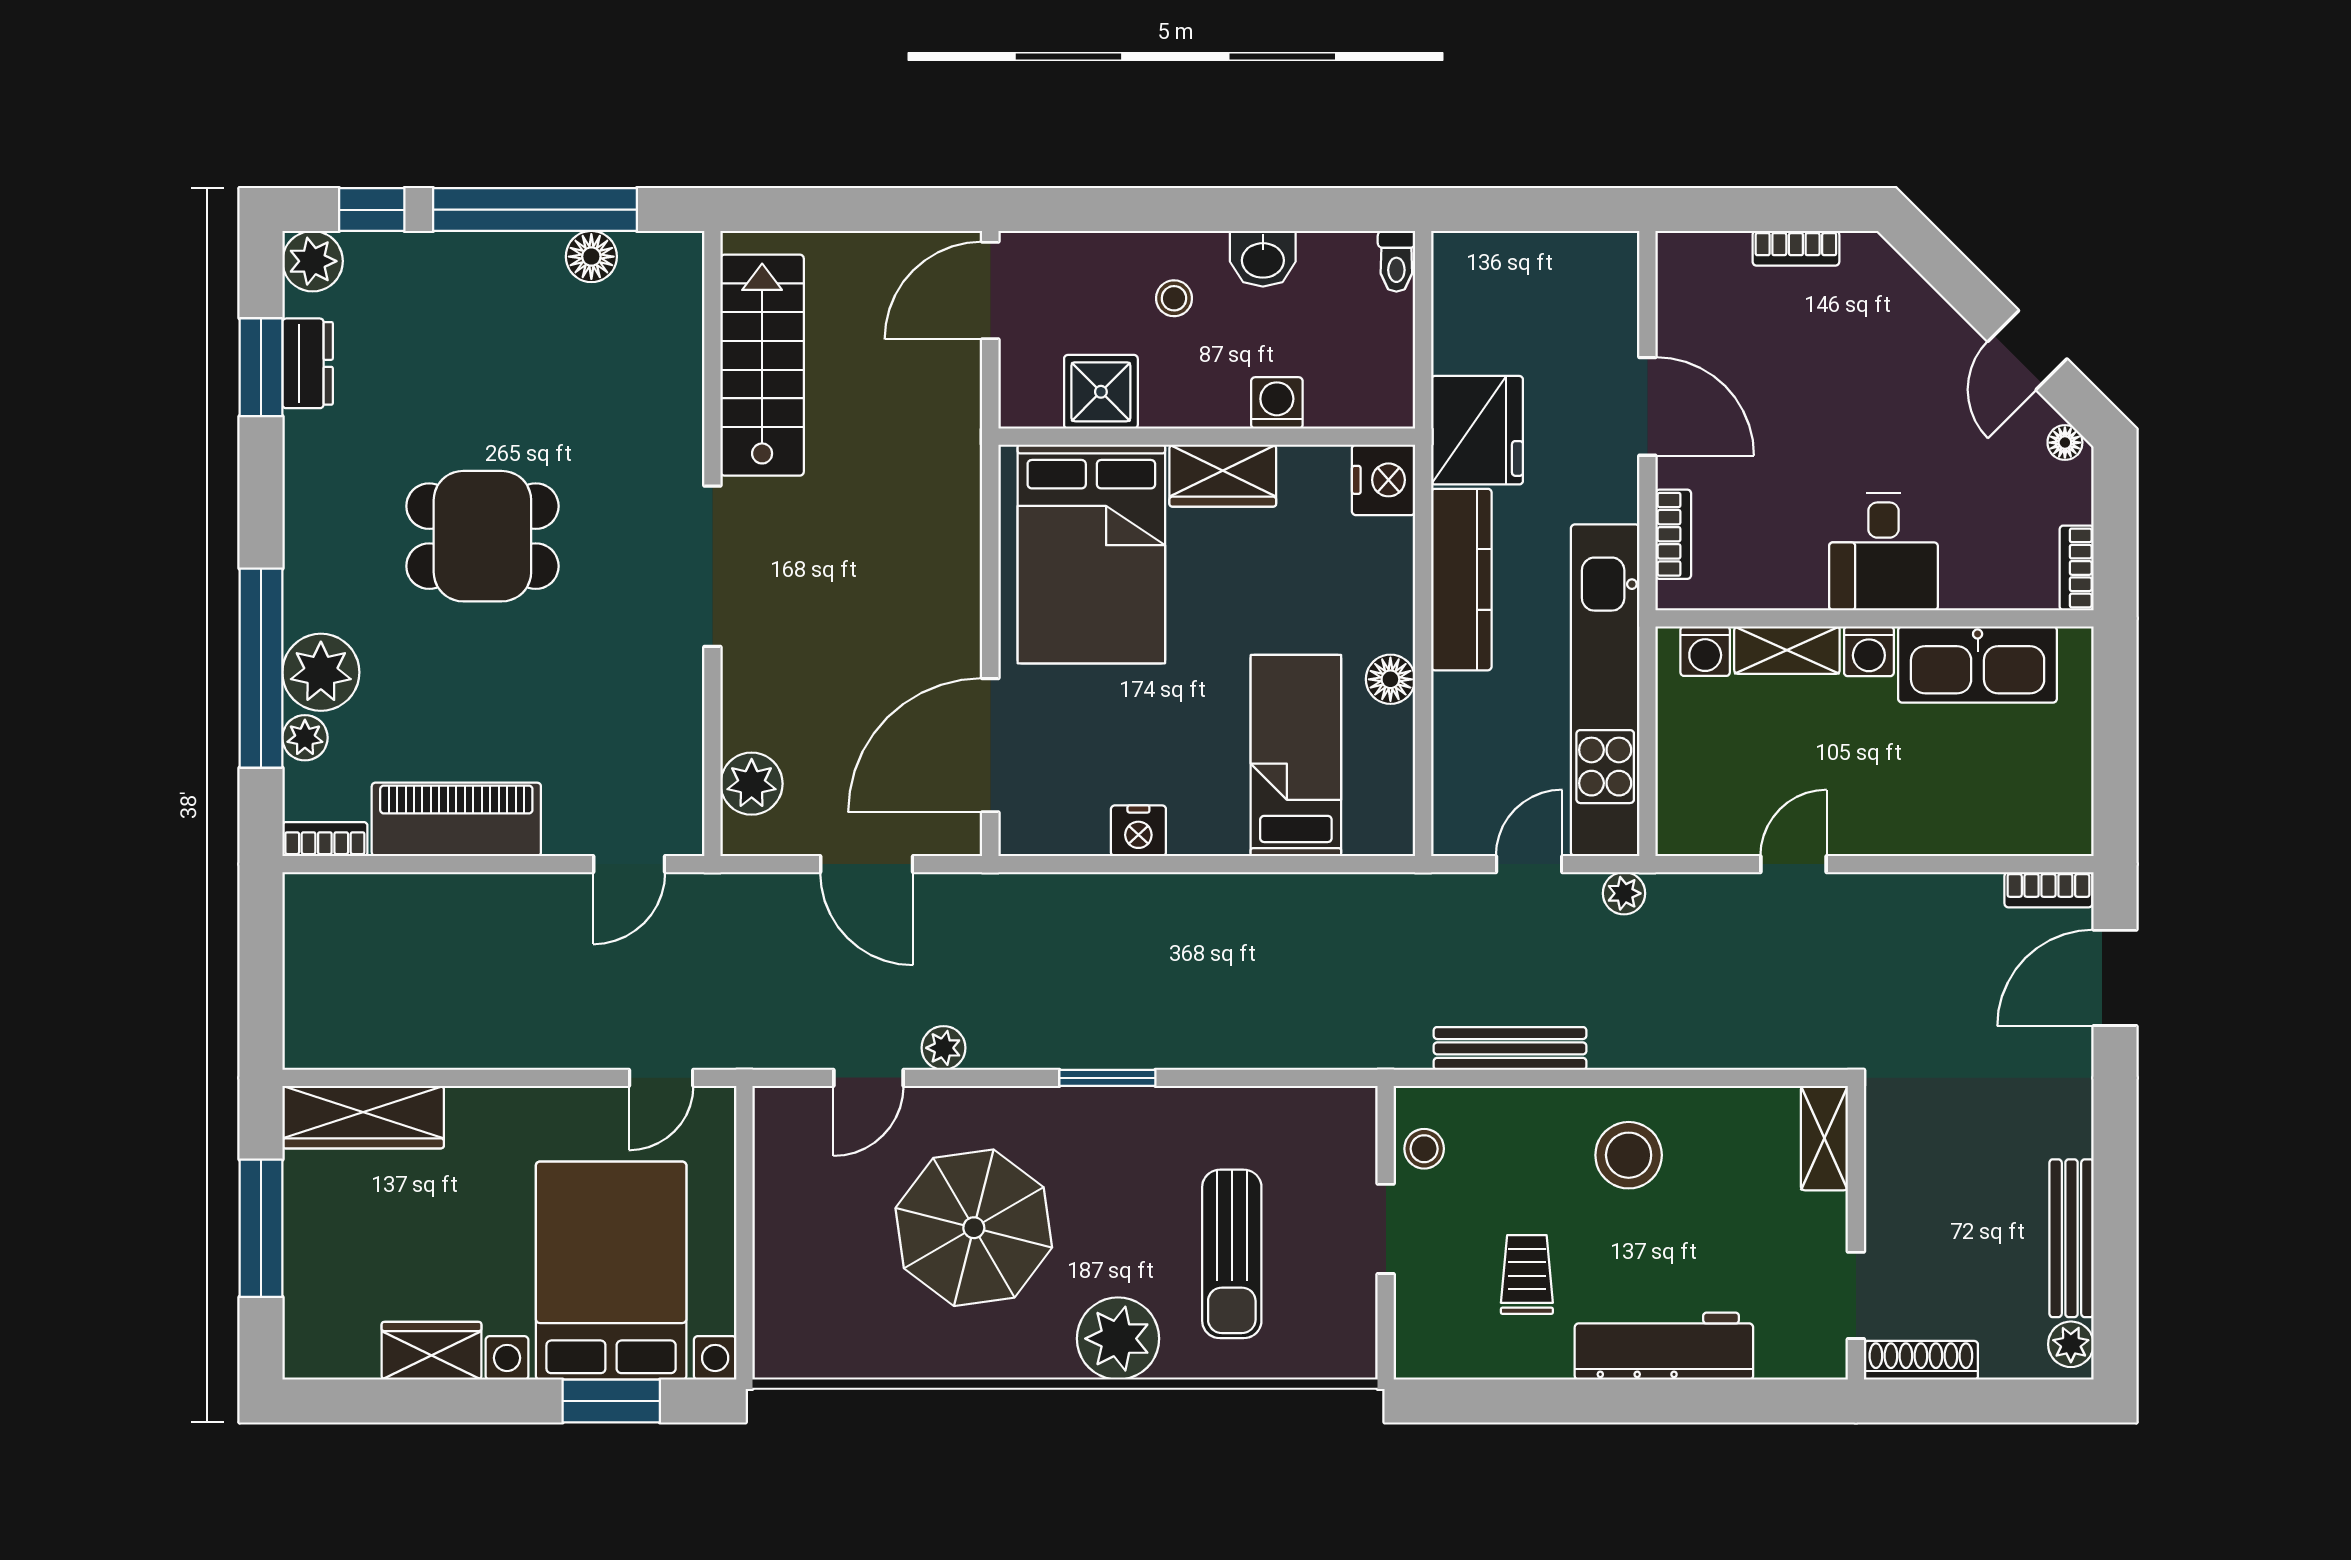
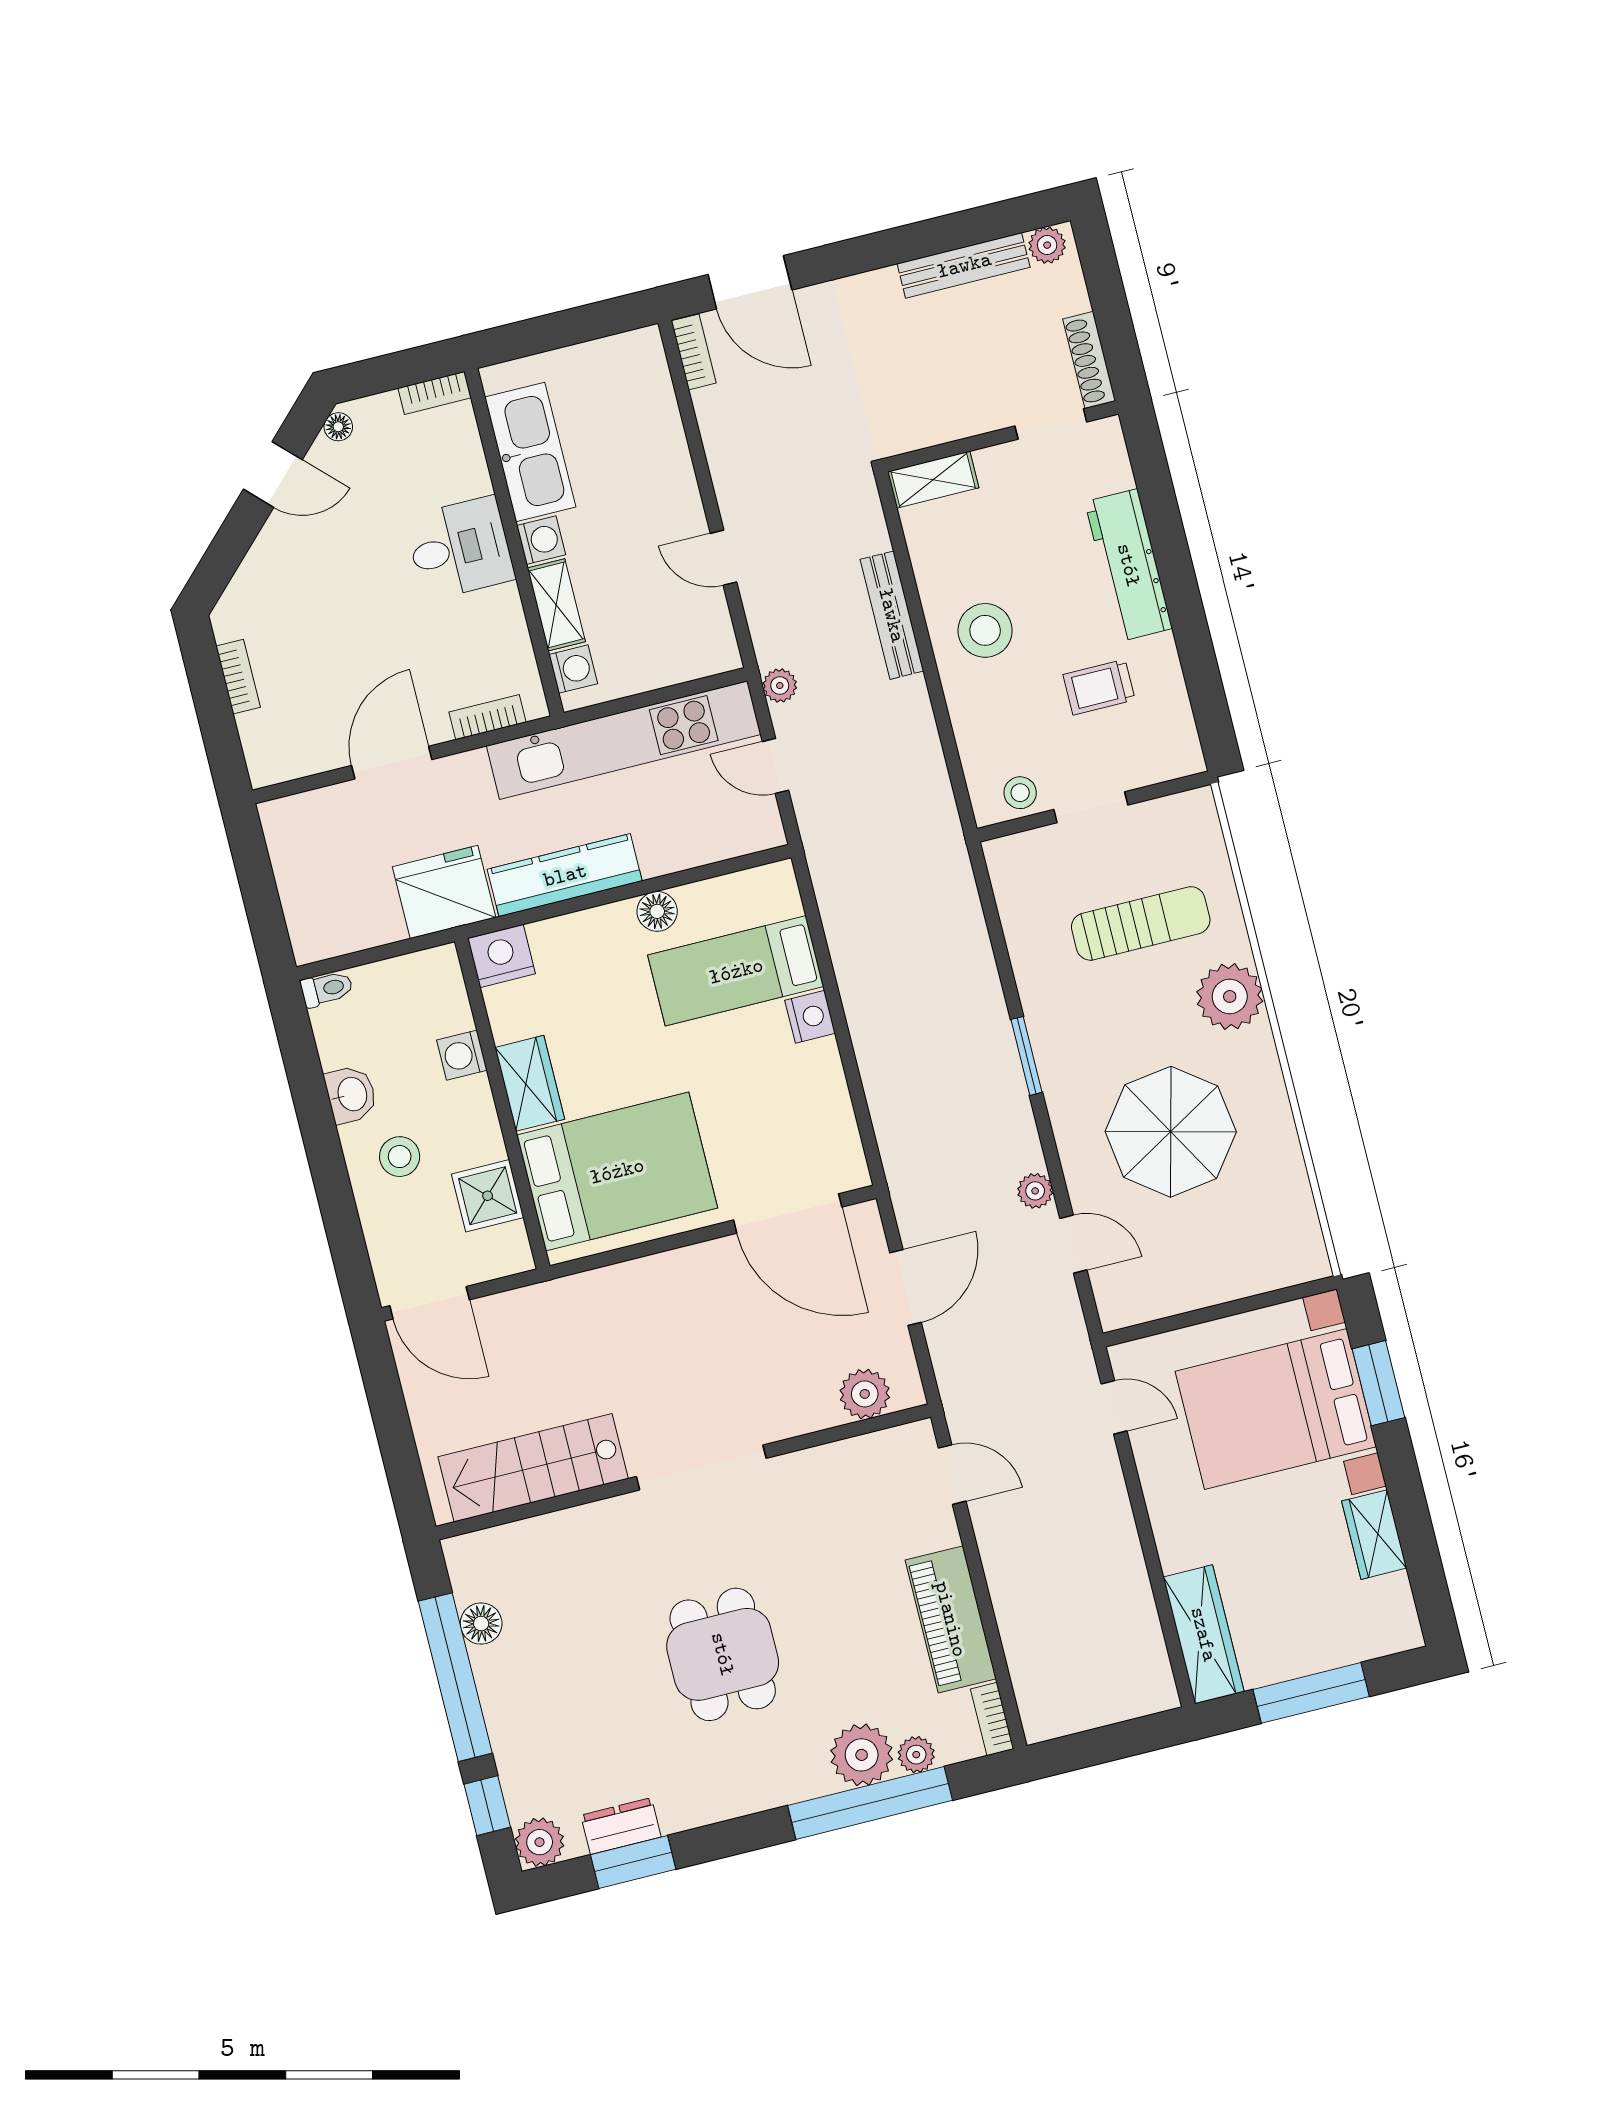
stool: (1174, 298) -> (400, 1157), width x1.37, depth x1.37
nightstand: (1138, 831) -> (810, 1017), moved
bench: (1510, 1048) -> (892, 615), moved

